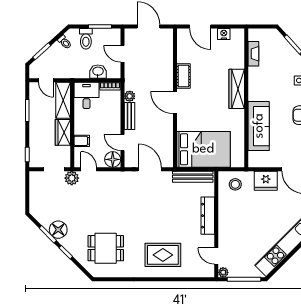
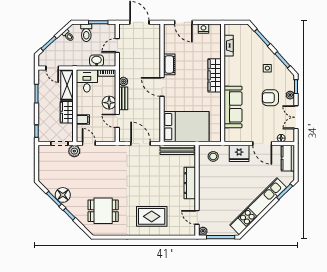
door: (122, 54) -> (117, 46), hinge flipped
floor lamp: (113, 159) -> (109, 103), moved

